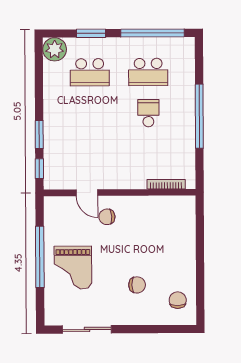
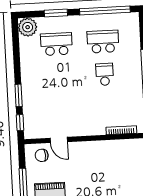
school desk: (90, 72) -> (56, 44), turned 180
school desk: (148, 72) -> (103, 42), turned 180
chair: (107, 217) -> (42, 155), moved

